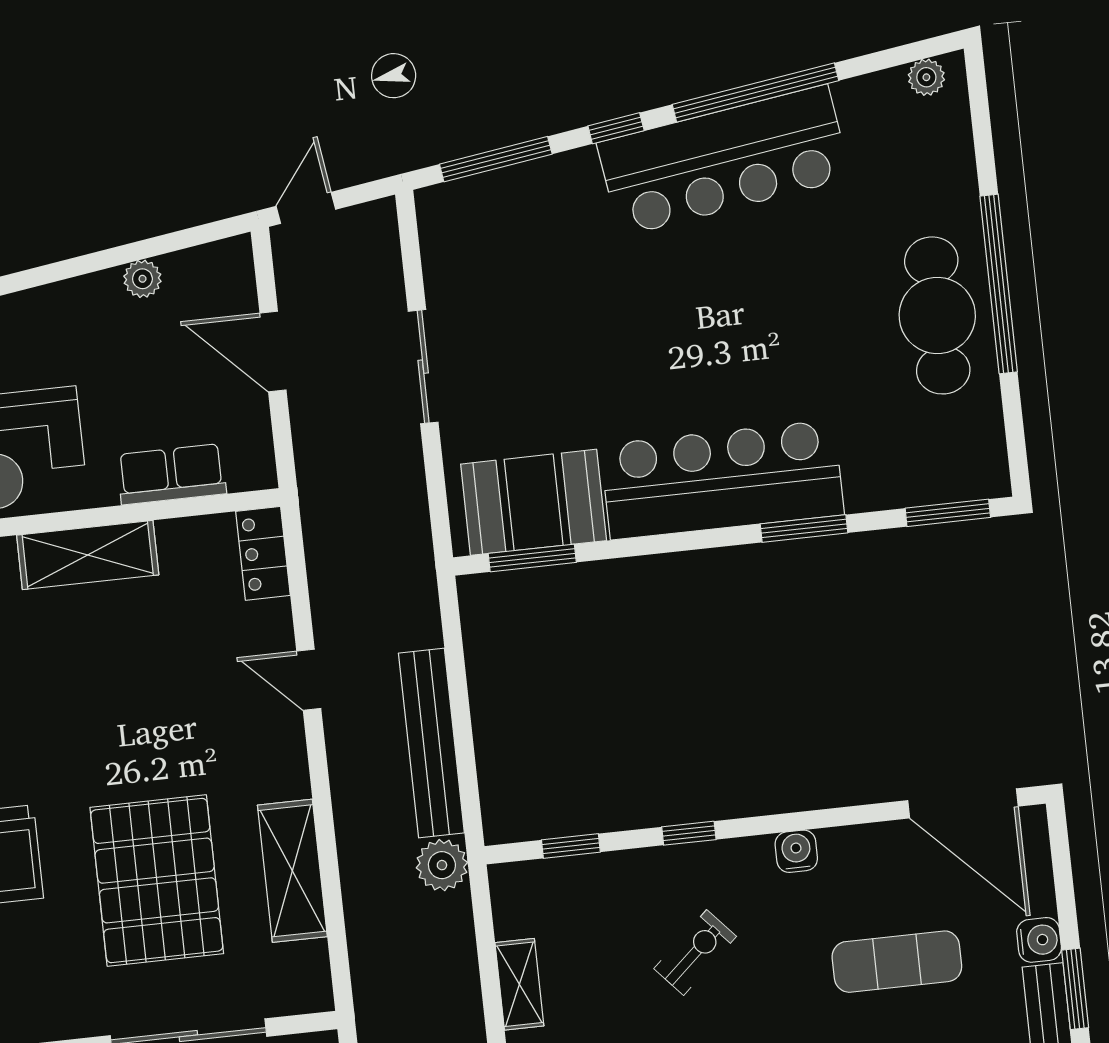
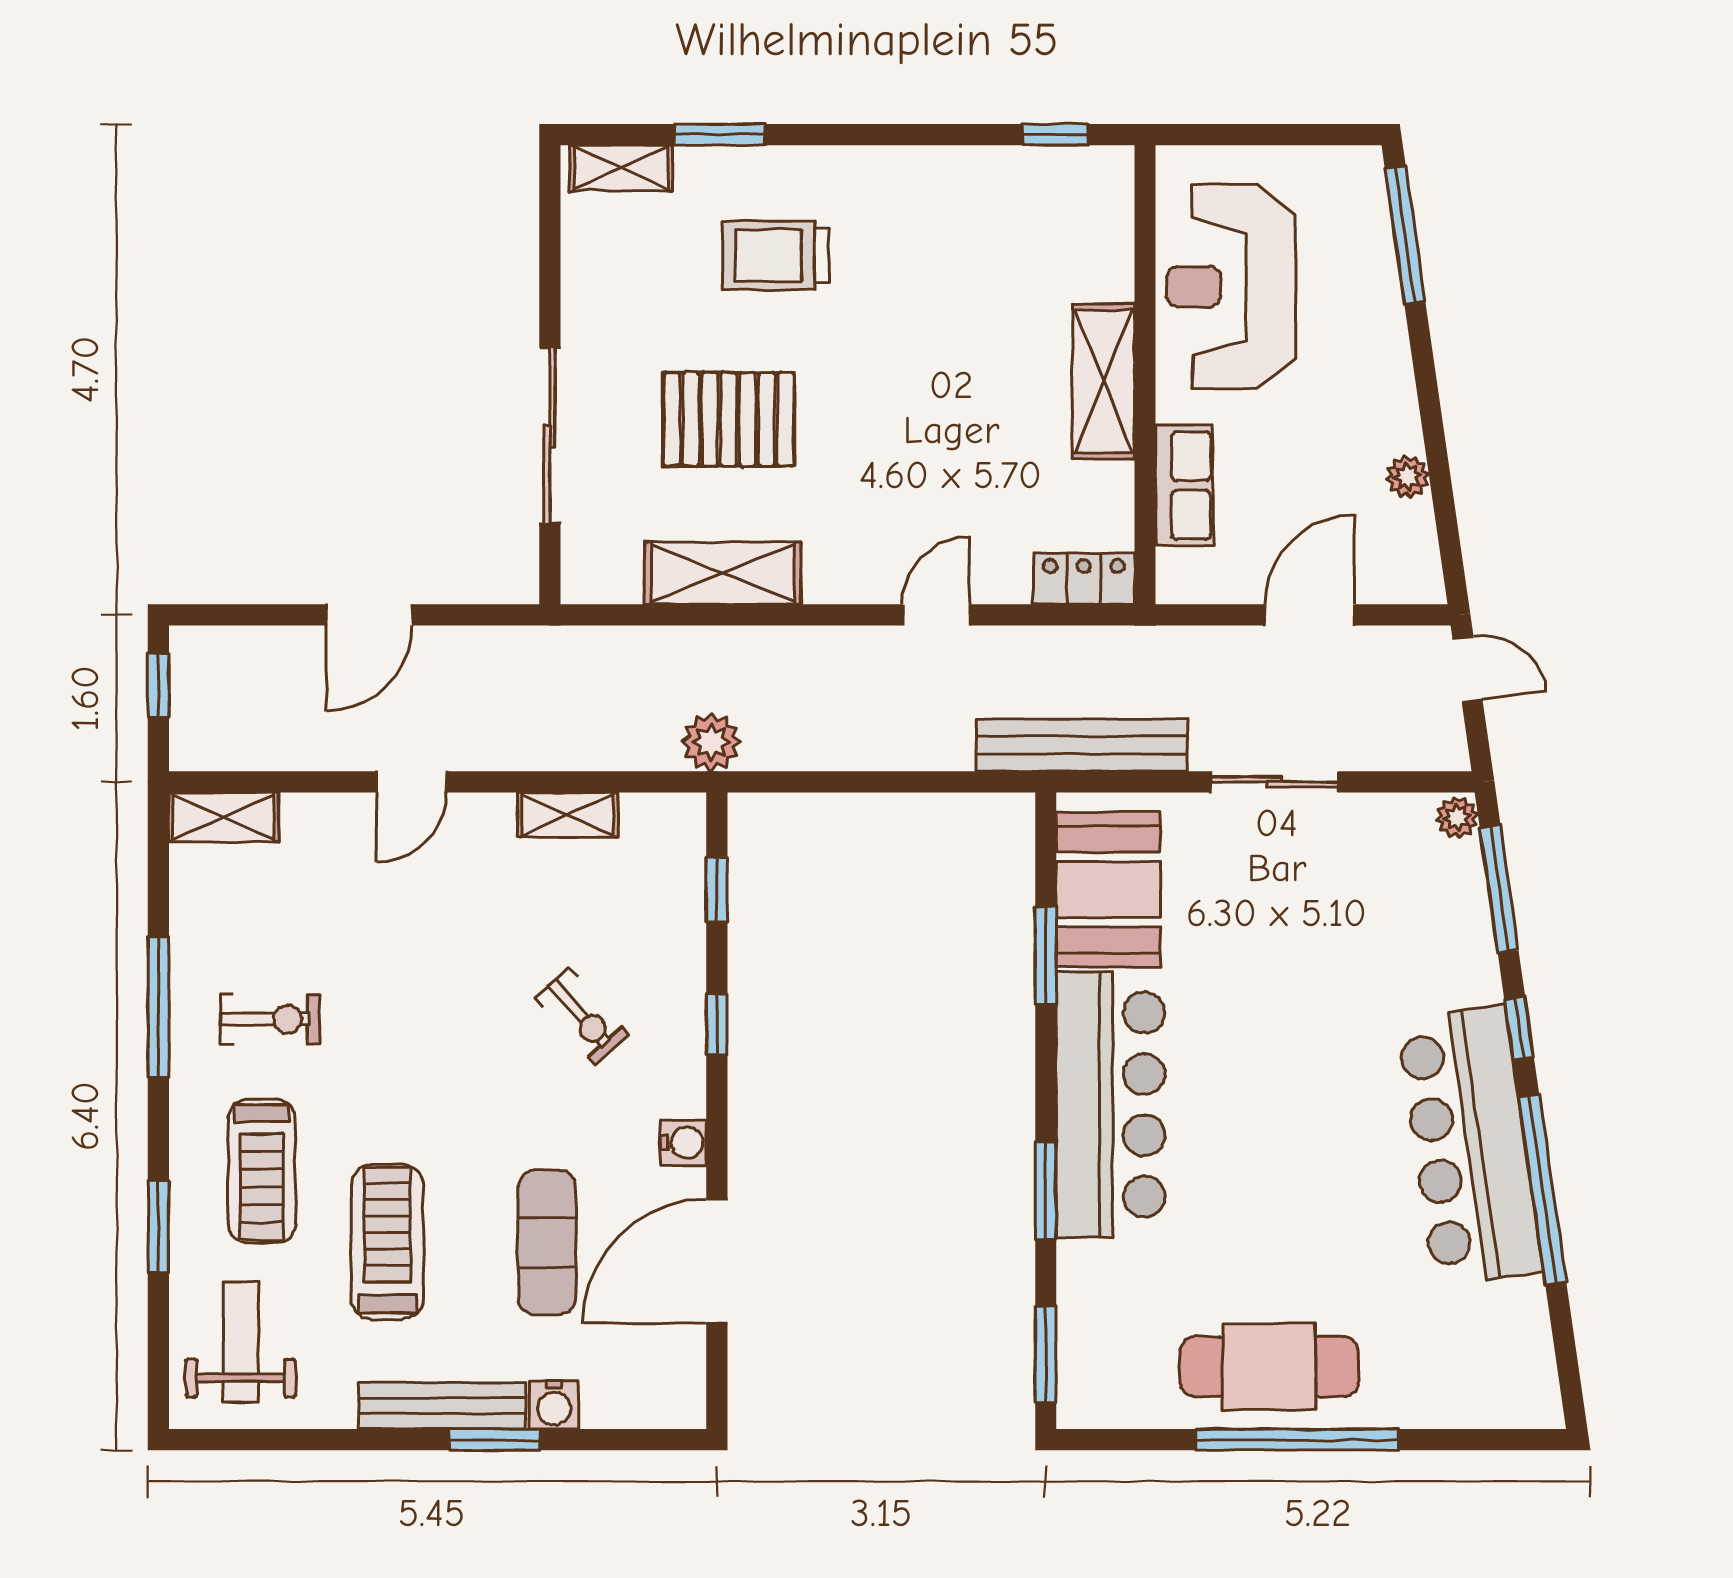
plant: (926, 77) -> (1457, 817), moved
window: (532, 558) -> (1046, 955), moved
bench: (431, 743) -> (1082, 745), moved
door: (963, 803) -> (717, 1261), moved
pallet: (157, 881) -> (729, 419), width x0.73, depth x0.71

